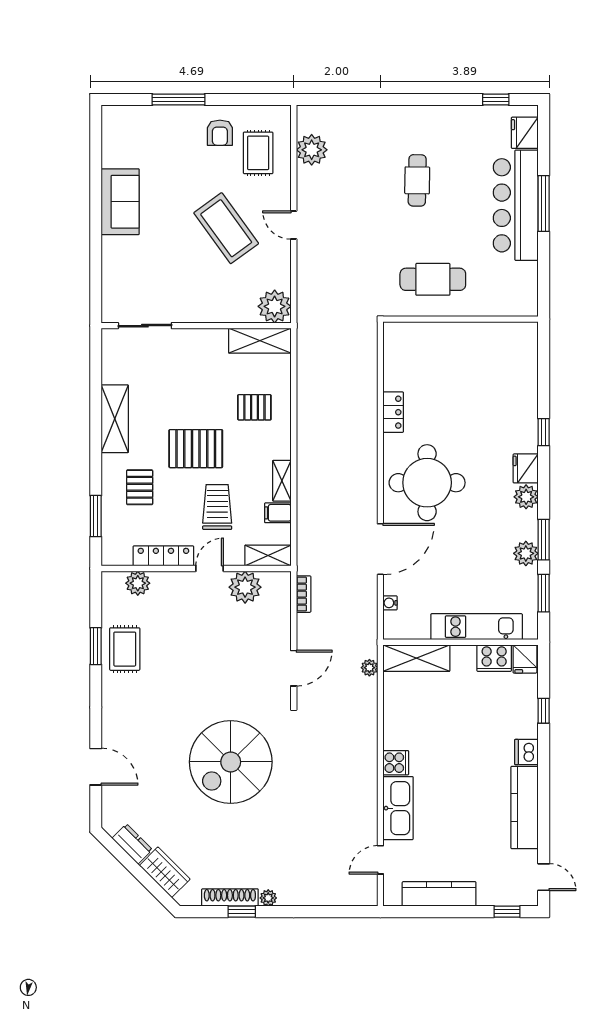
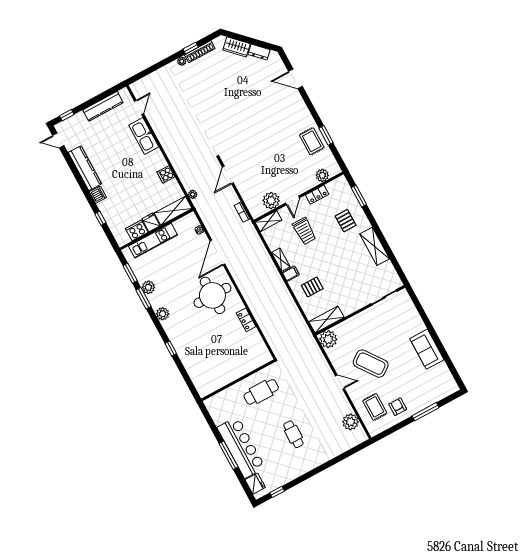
pallet: (196, 449) -> (329, 253), removed
fridge: (526, 468) -> (170, 327), removed
filing cabinet: (278, 513) -> (291, 274), moved
locker: (163, 556) -> (317, 195), width x0.66
fridge: (525, 659) -> (151, 222), moved
spiral stairs: (231, 762) -> (234, 115), removed
cooker: (396, 763) -> (166, 174), moved

